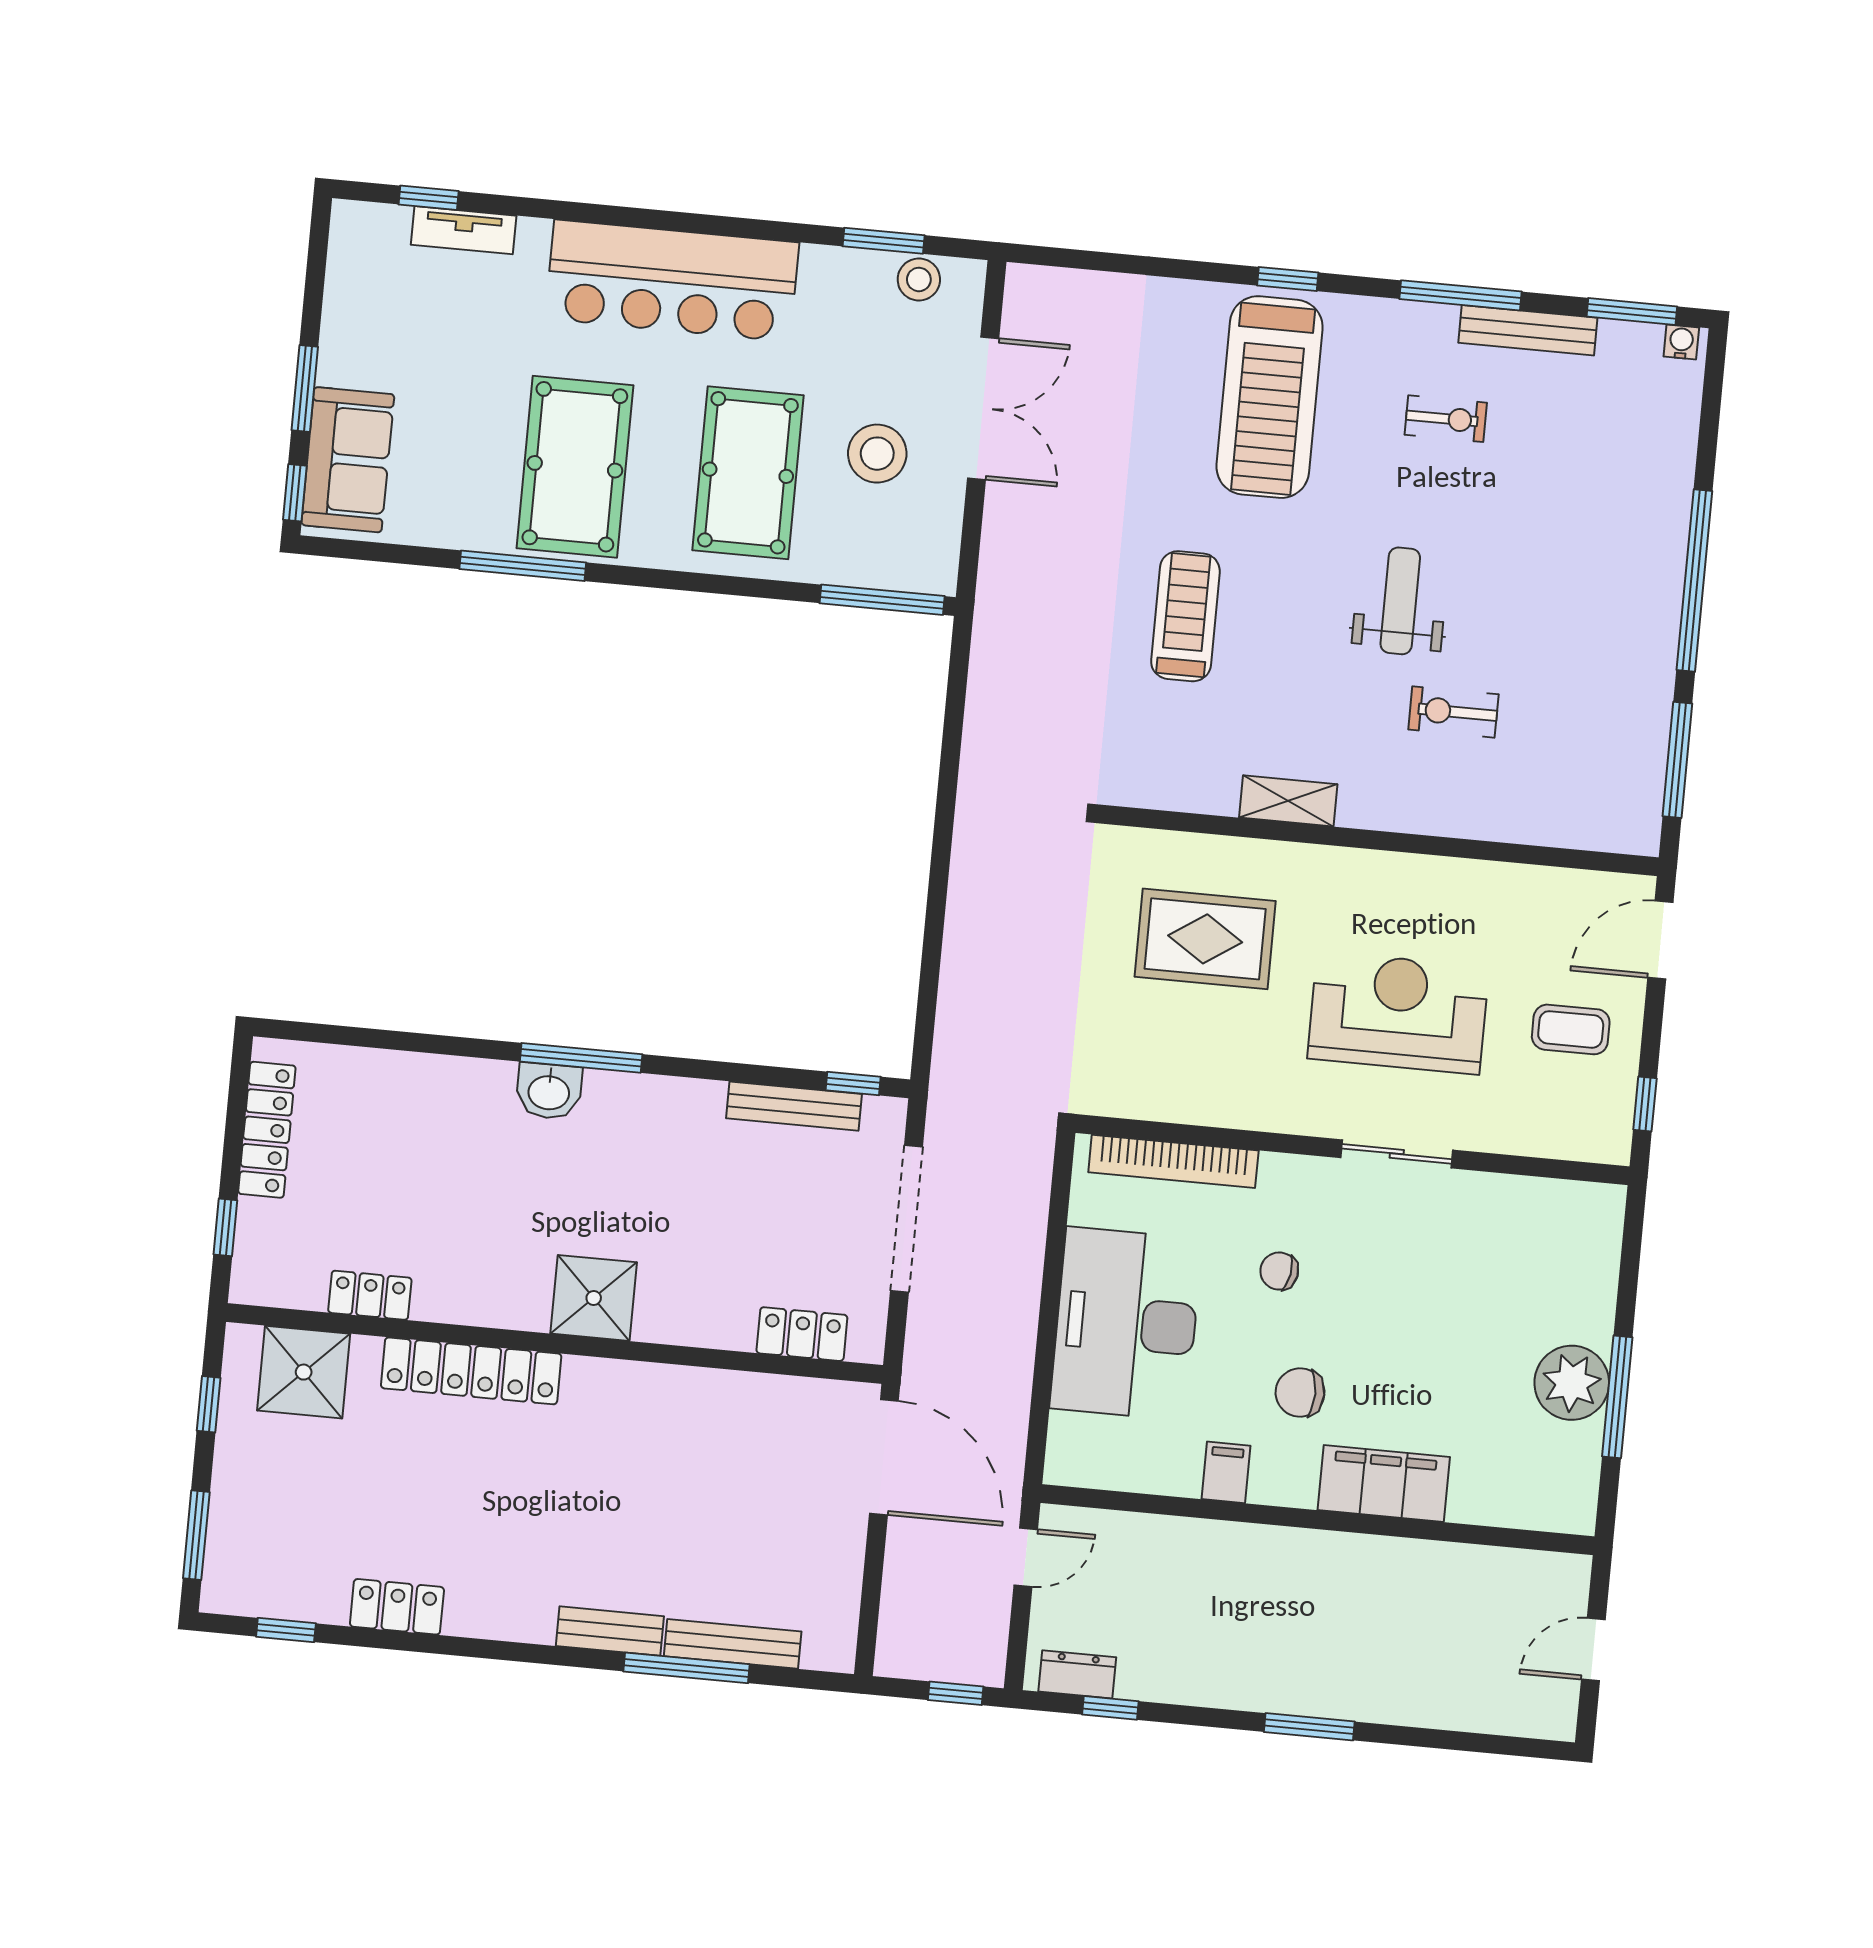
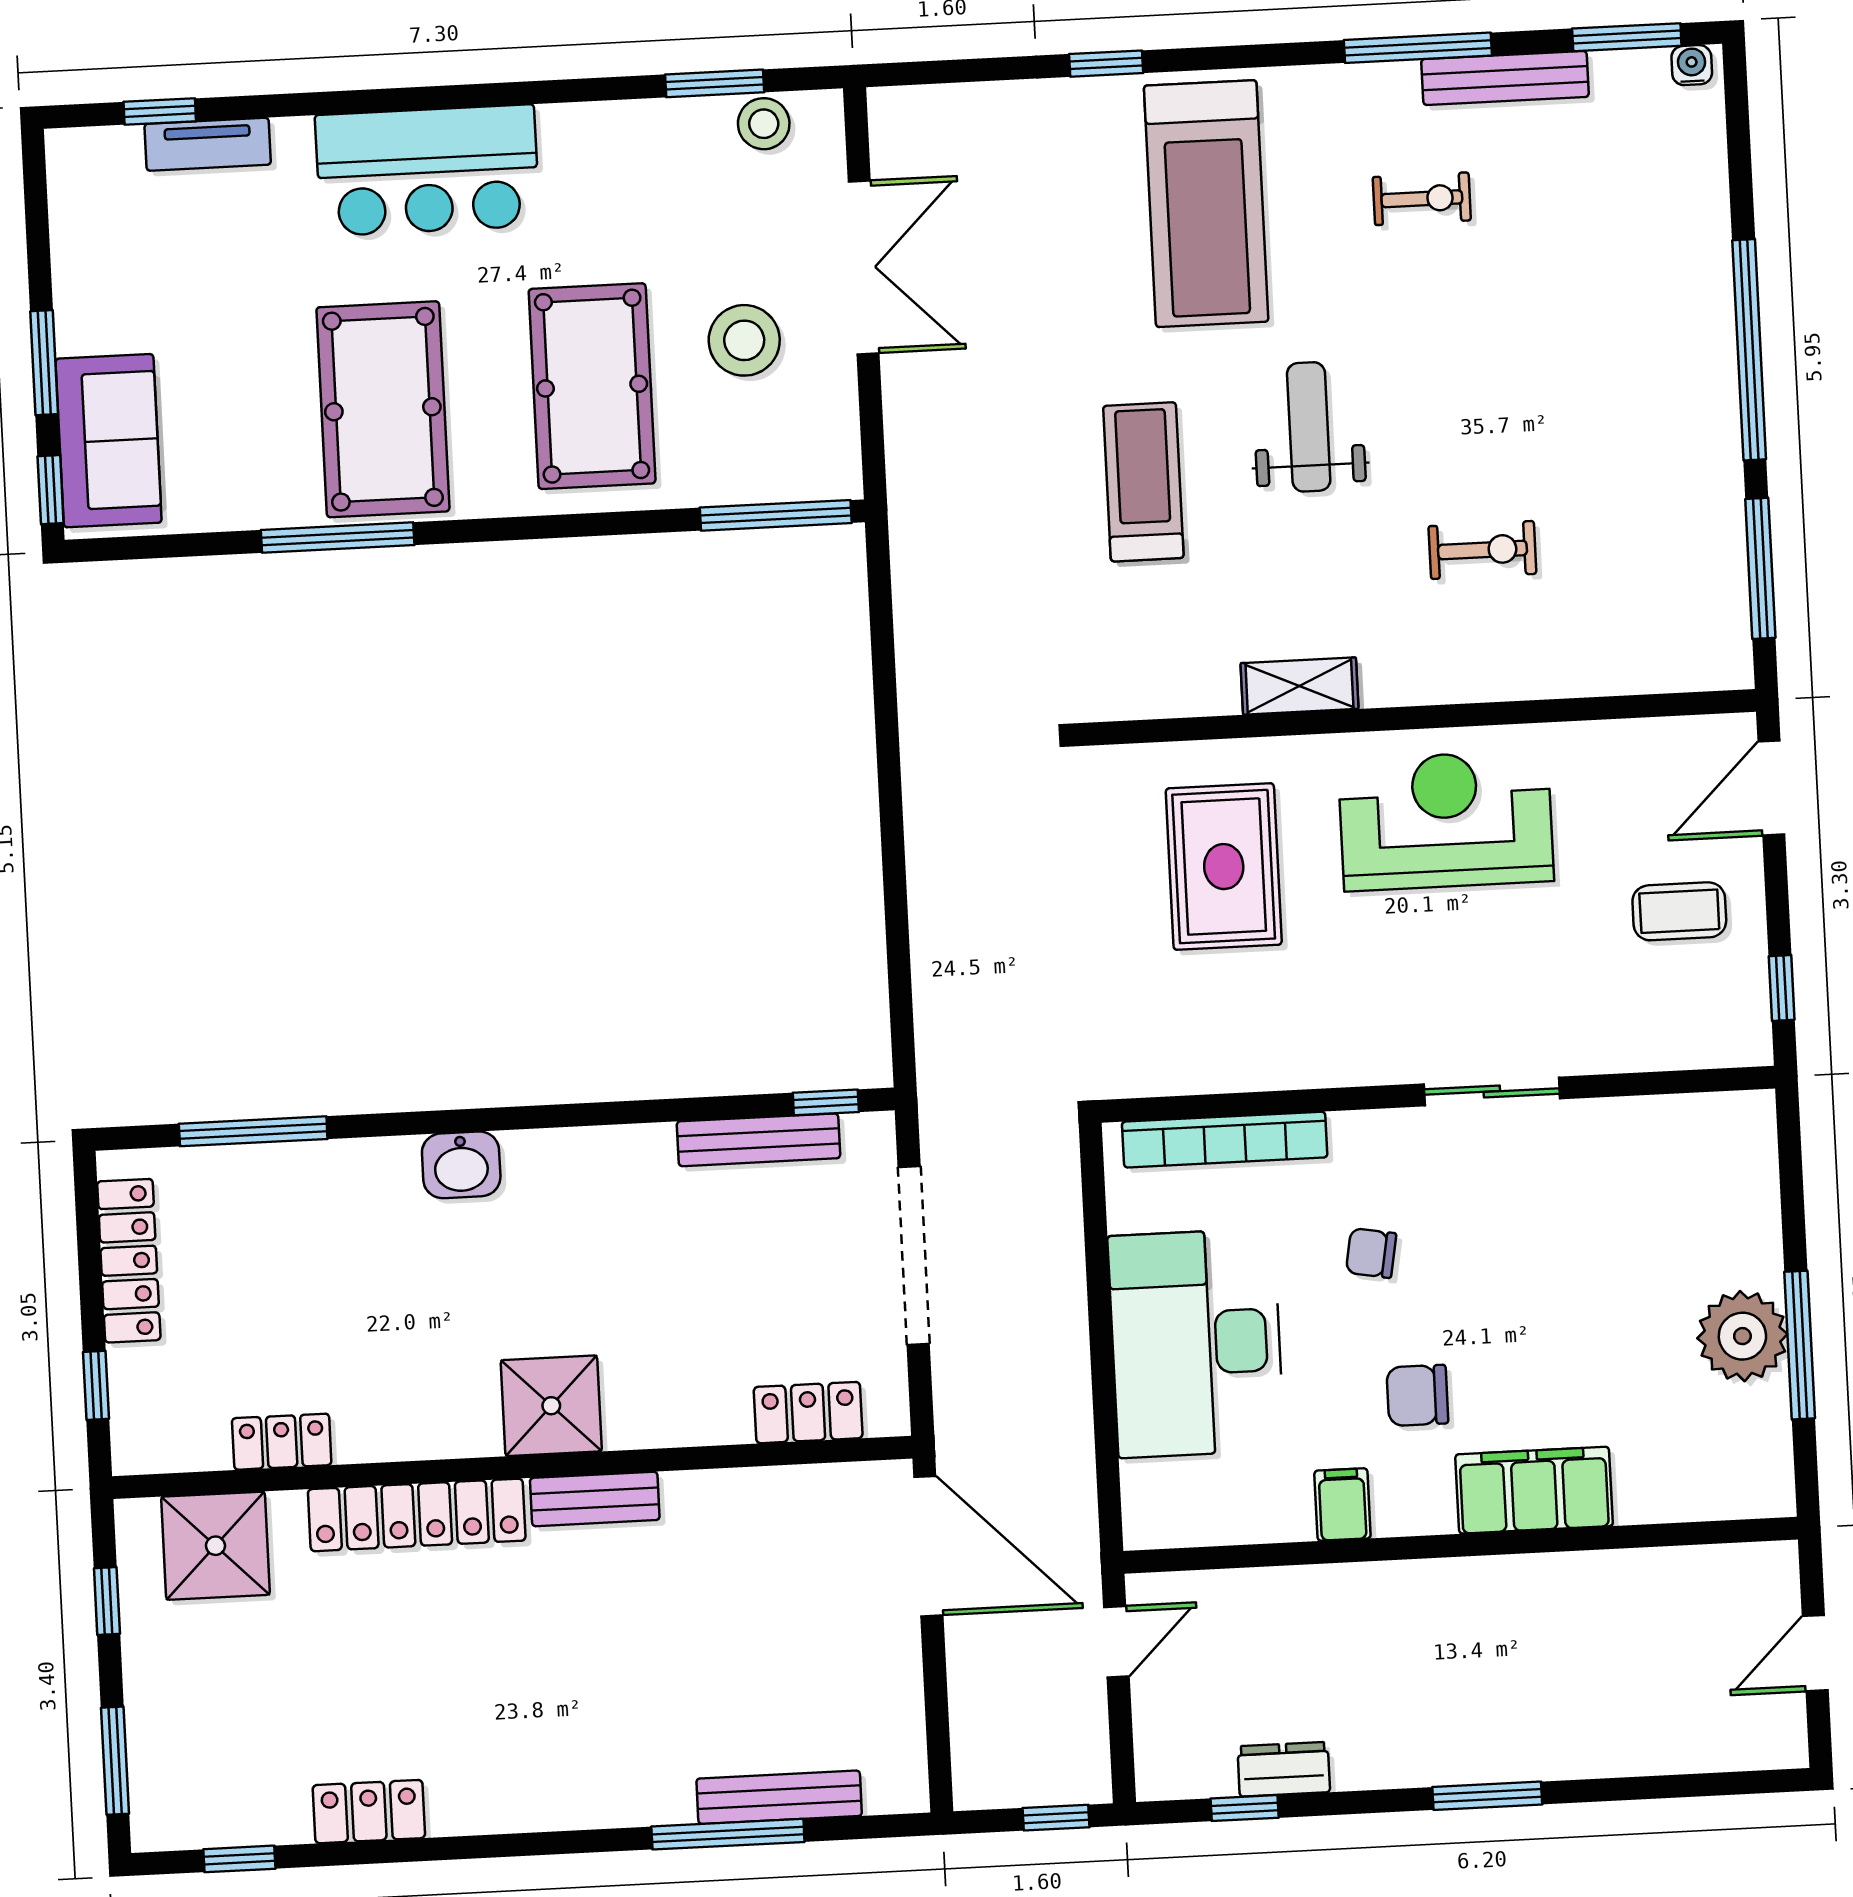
window: (1288, 279) -> (1106, 64), moved
bar counter: (672, 281) -> (427, 170), width x0.73
weight bench: (1400, 601) -> (1309, 427), moved
exercise bike: (1453, 712) -> (1482, 550), turned 180
rug: (1205, 939) -> (1224, 867), turned 90
reception desk: (1398, 1013) -> (1446, 820), moved
window: (581, 1058) -> (253, 1131), moved
bench: (610, 1631) -> (595, 1499), moved
dresser: (1077, 1674) -> (1284, 1769), moved

